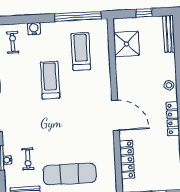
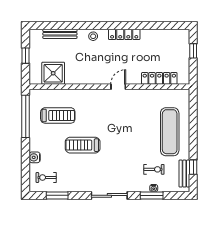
bench: (169, 34) -> (60, 34), moved
treadmill: (81, 52) -> (58, 115), turned 180
door: (115, 115) -> (118, 87), width x0.53

